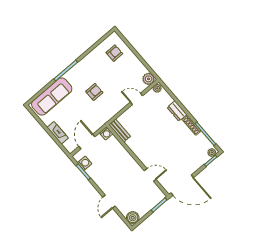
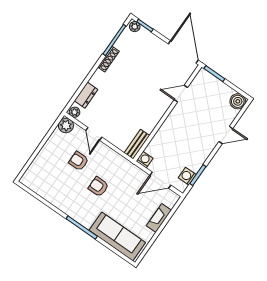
armchair: (114, 53) -> (79, 161), moved
dresser: (177, 111) -> (86, 95), moved
door: (150, 175) -> (181, 94), hinge flipped

